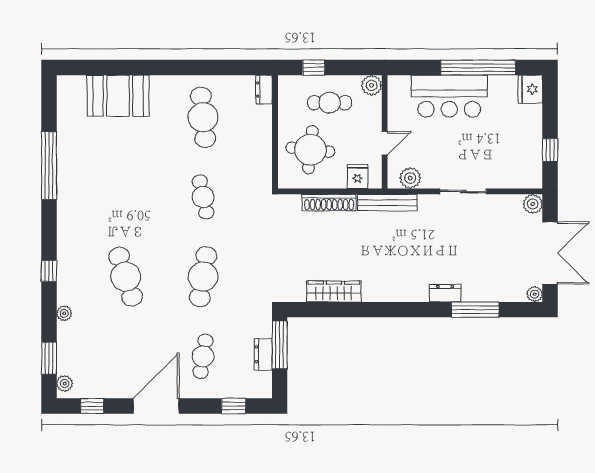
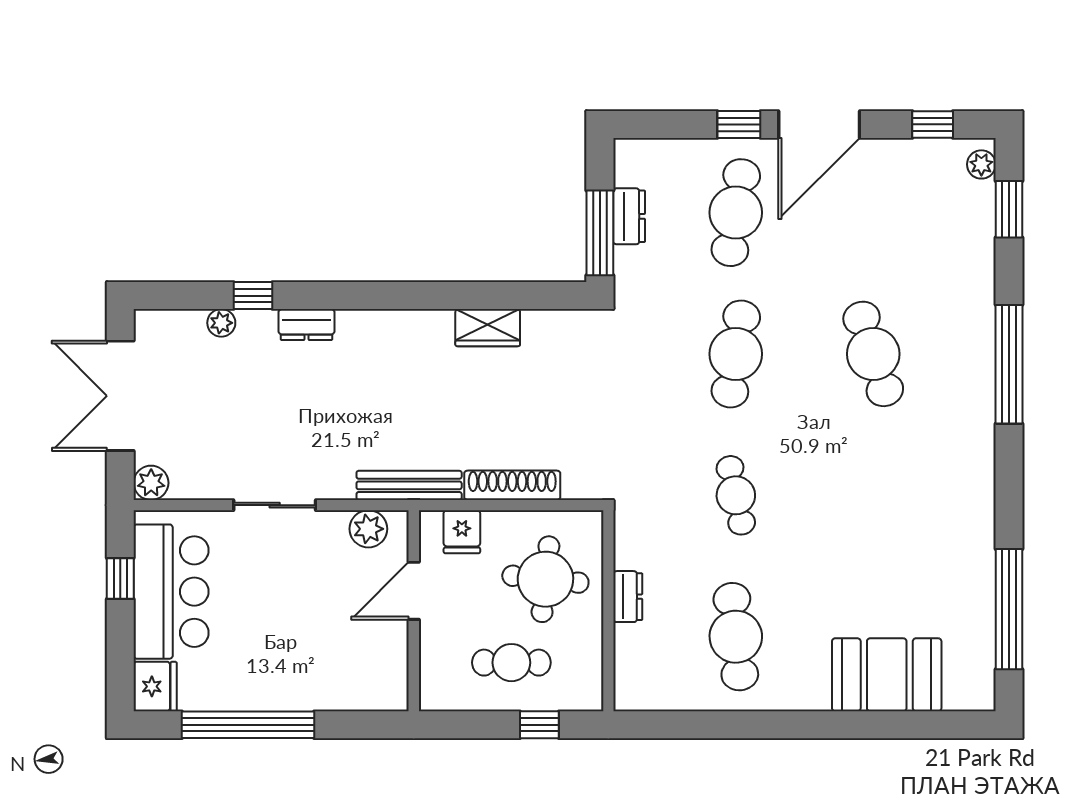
plant: (372, 85) -> (437, 693), removed
dresser: (264, 90) -> (628, 597), moved
bar counter: (449, 96) -> (171, 592), moved, turned 90
door: (385, 143) -> (414, 591), width x1.38
window: (49, 166) -> (1009, 609), moved
window: (49, 271) -> (1009, 364), width x3.17
wardrobe: (334, 291) -> (488, 328), width x0.67
plant: (535, 294) -> (221, 323), moved
window: (475, 310) -> (253, 296), width x0.46
plant: (64, 313) -> (982, 289), removed
cafe table: (203, 356) -> (736, 213), width x1.37, depth x1.35
window: (234, 406) -> (739, 124), moved

